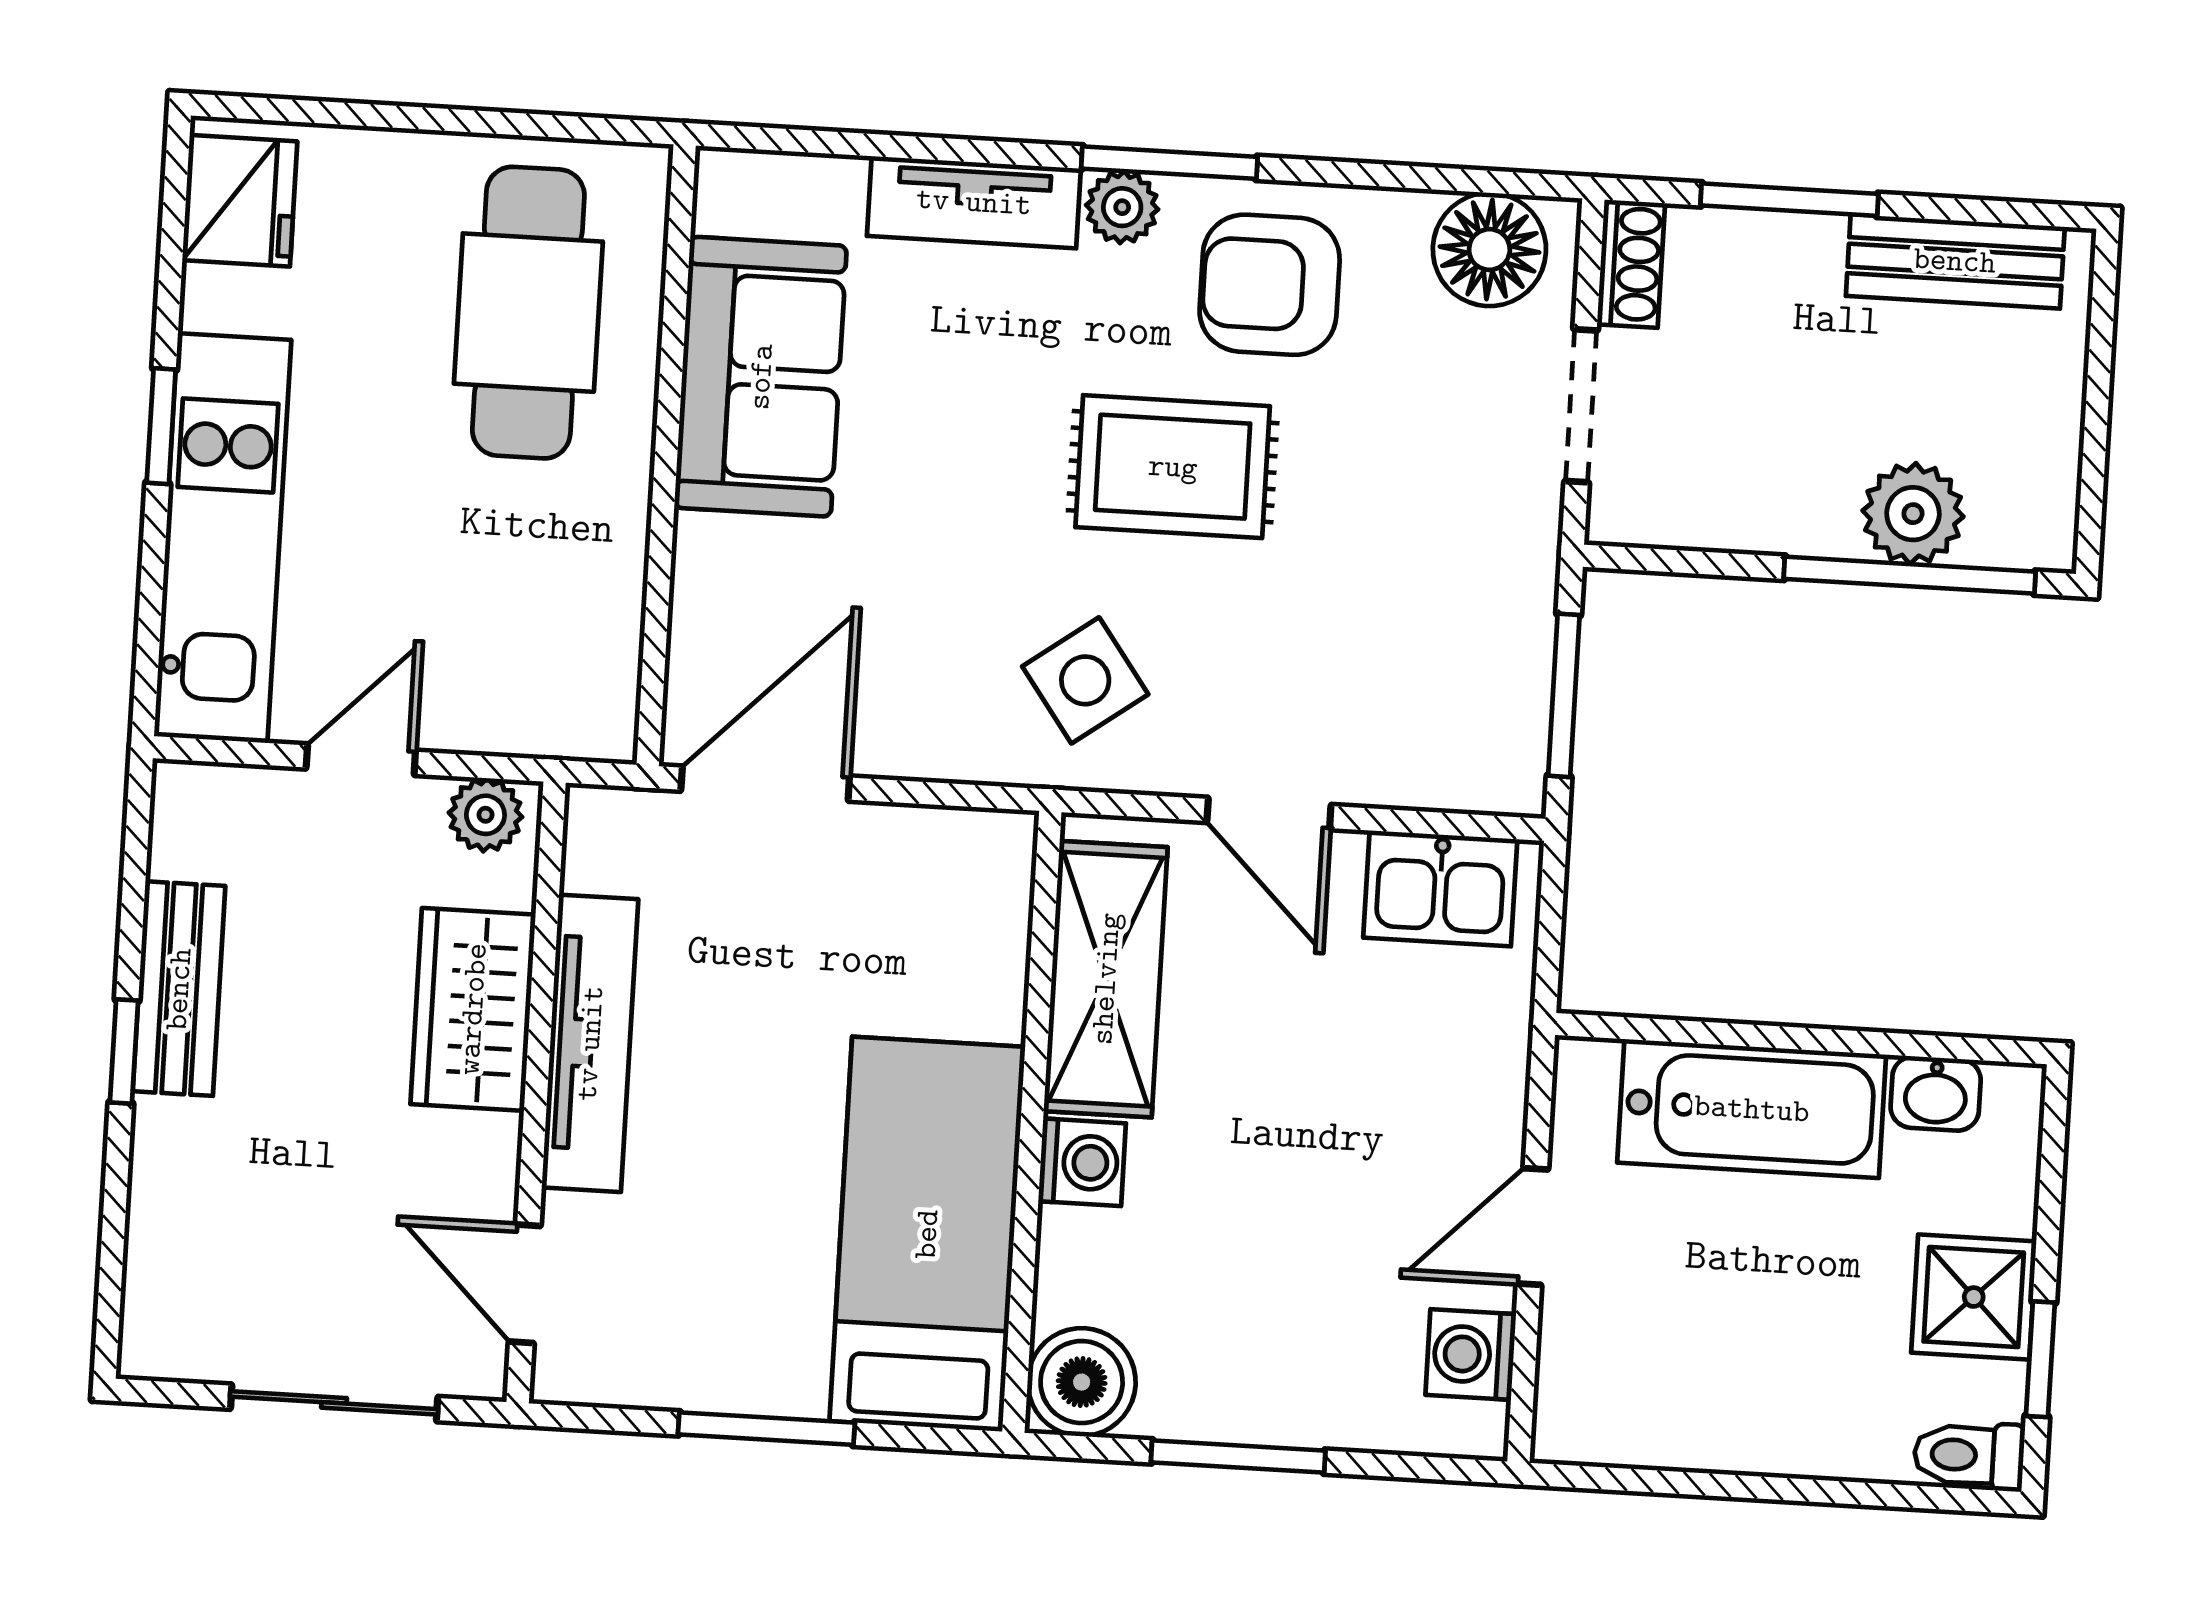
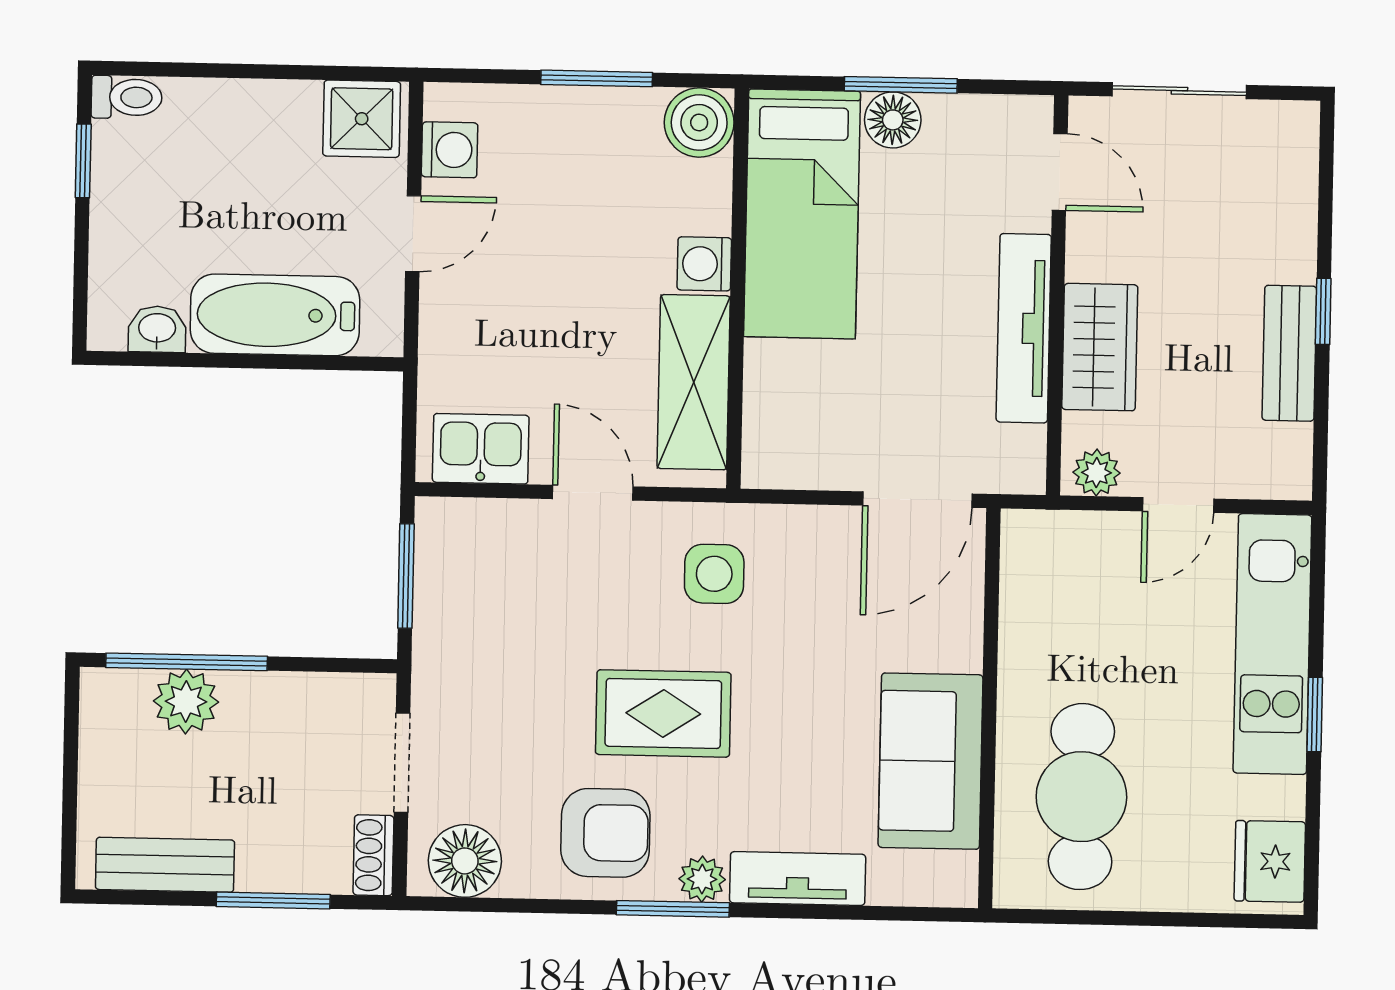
side table: (1085, 680) -> (714, 574), turned 36
shower: (1974, 1297) -> (362, 119), moved
floor lamp: (781, 1375) -> (893, 120), added

